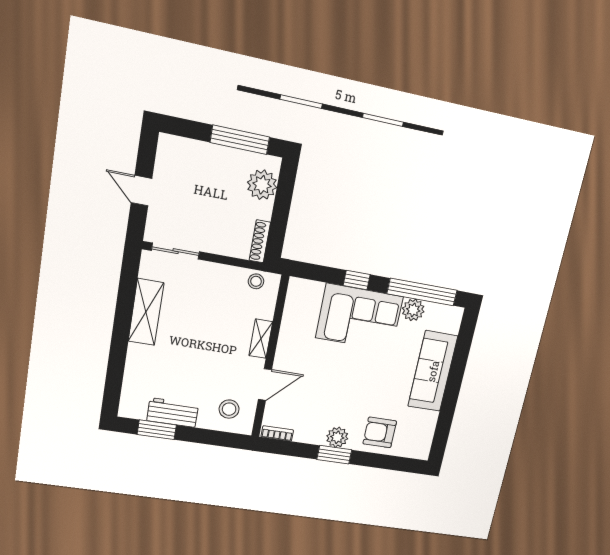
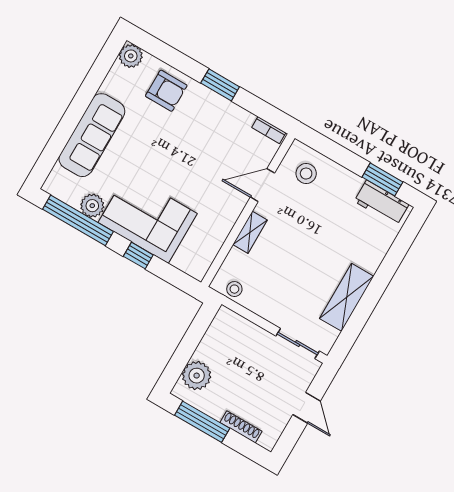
shoe rack: (260, 241) -> (241, 427), moved, turned -90
workbench: (173, 413) -> (382, 203), moved
plant: (337, 437) -> (131, 56), moved

